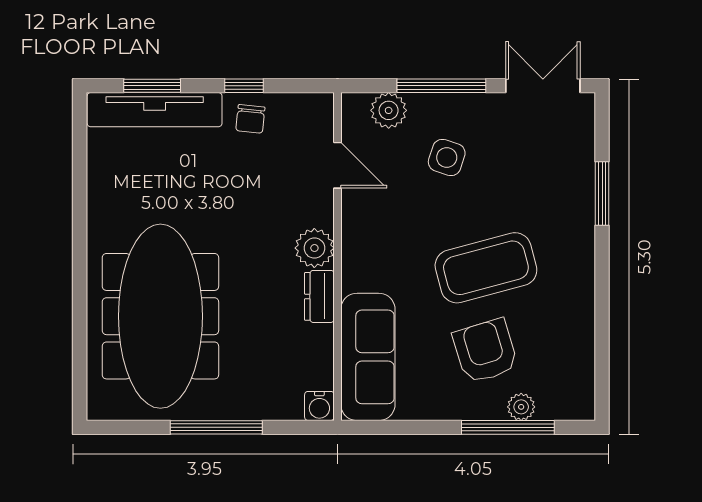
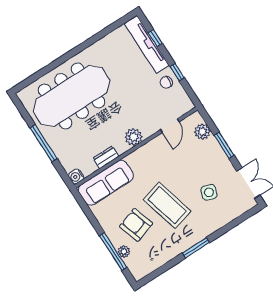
window: (152, 86) -> (155, 38), width x0.67
window: (441, 86) -> (224, 145), width x0.69
side table: (447, 157) -> (209, 192), moved
window: (602, 193) -> (196, 248), moved
dresser: (319, 296) -> (106, 157), moved
armchair: (485, 351) -> (136, 225), turned -91

